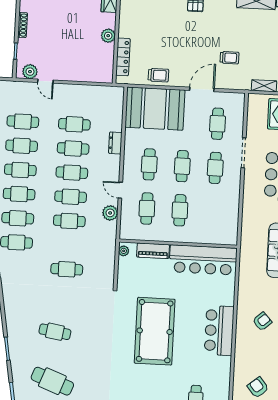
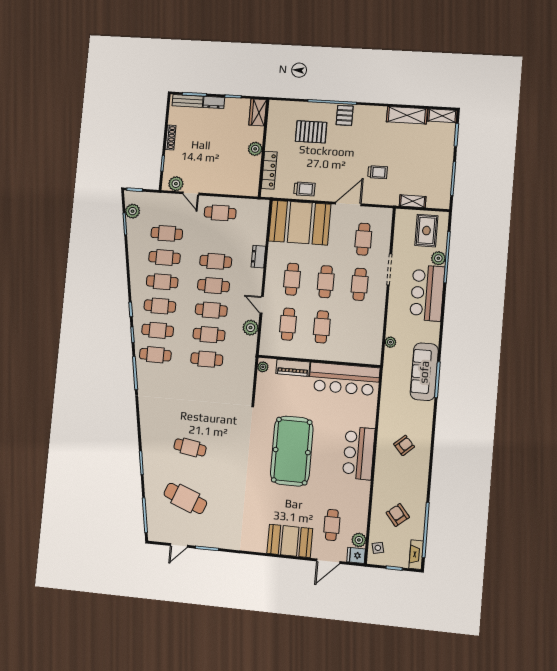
pallet: (163, 18) -> (311, 132), added
cafe table: (74, 124) -> (220, 213), moved
plant: (246, 223) -> (390, 342), added
cafe table: (67, 269) -> (207, 359), moved

